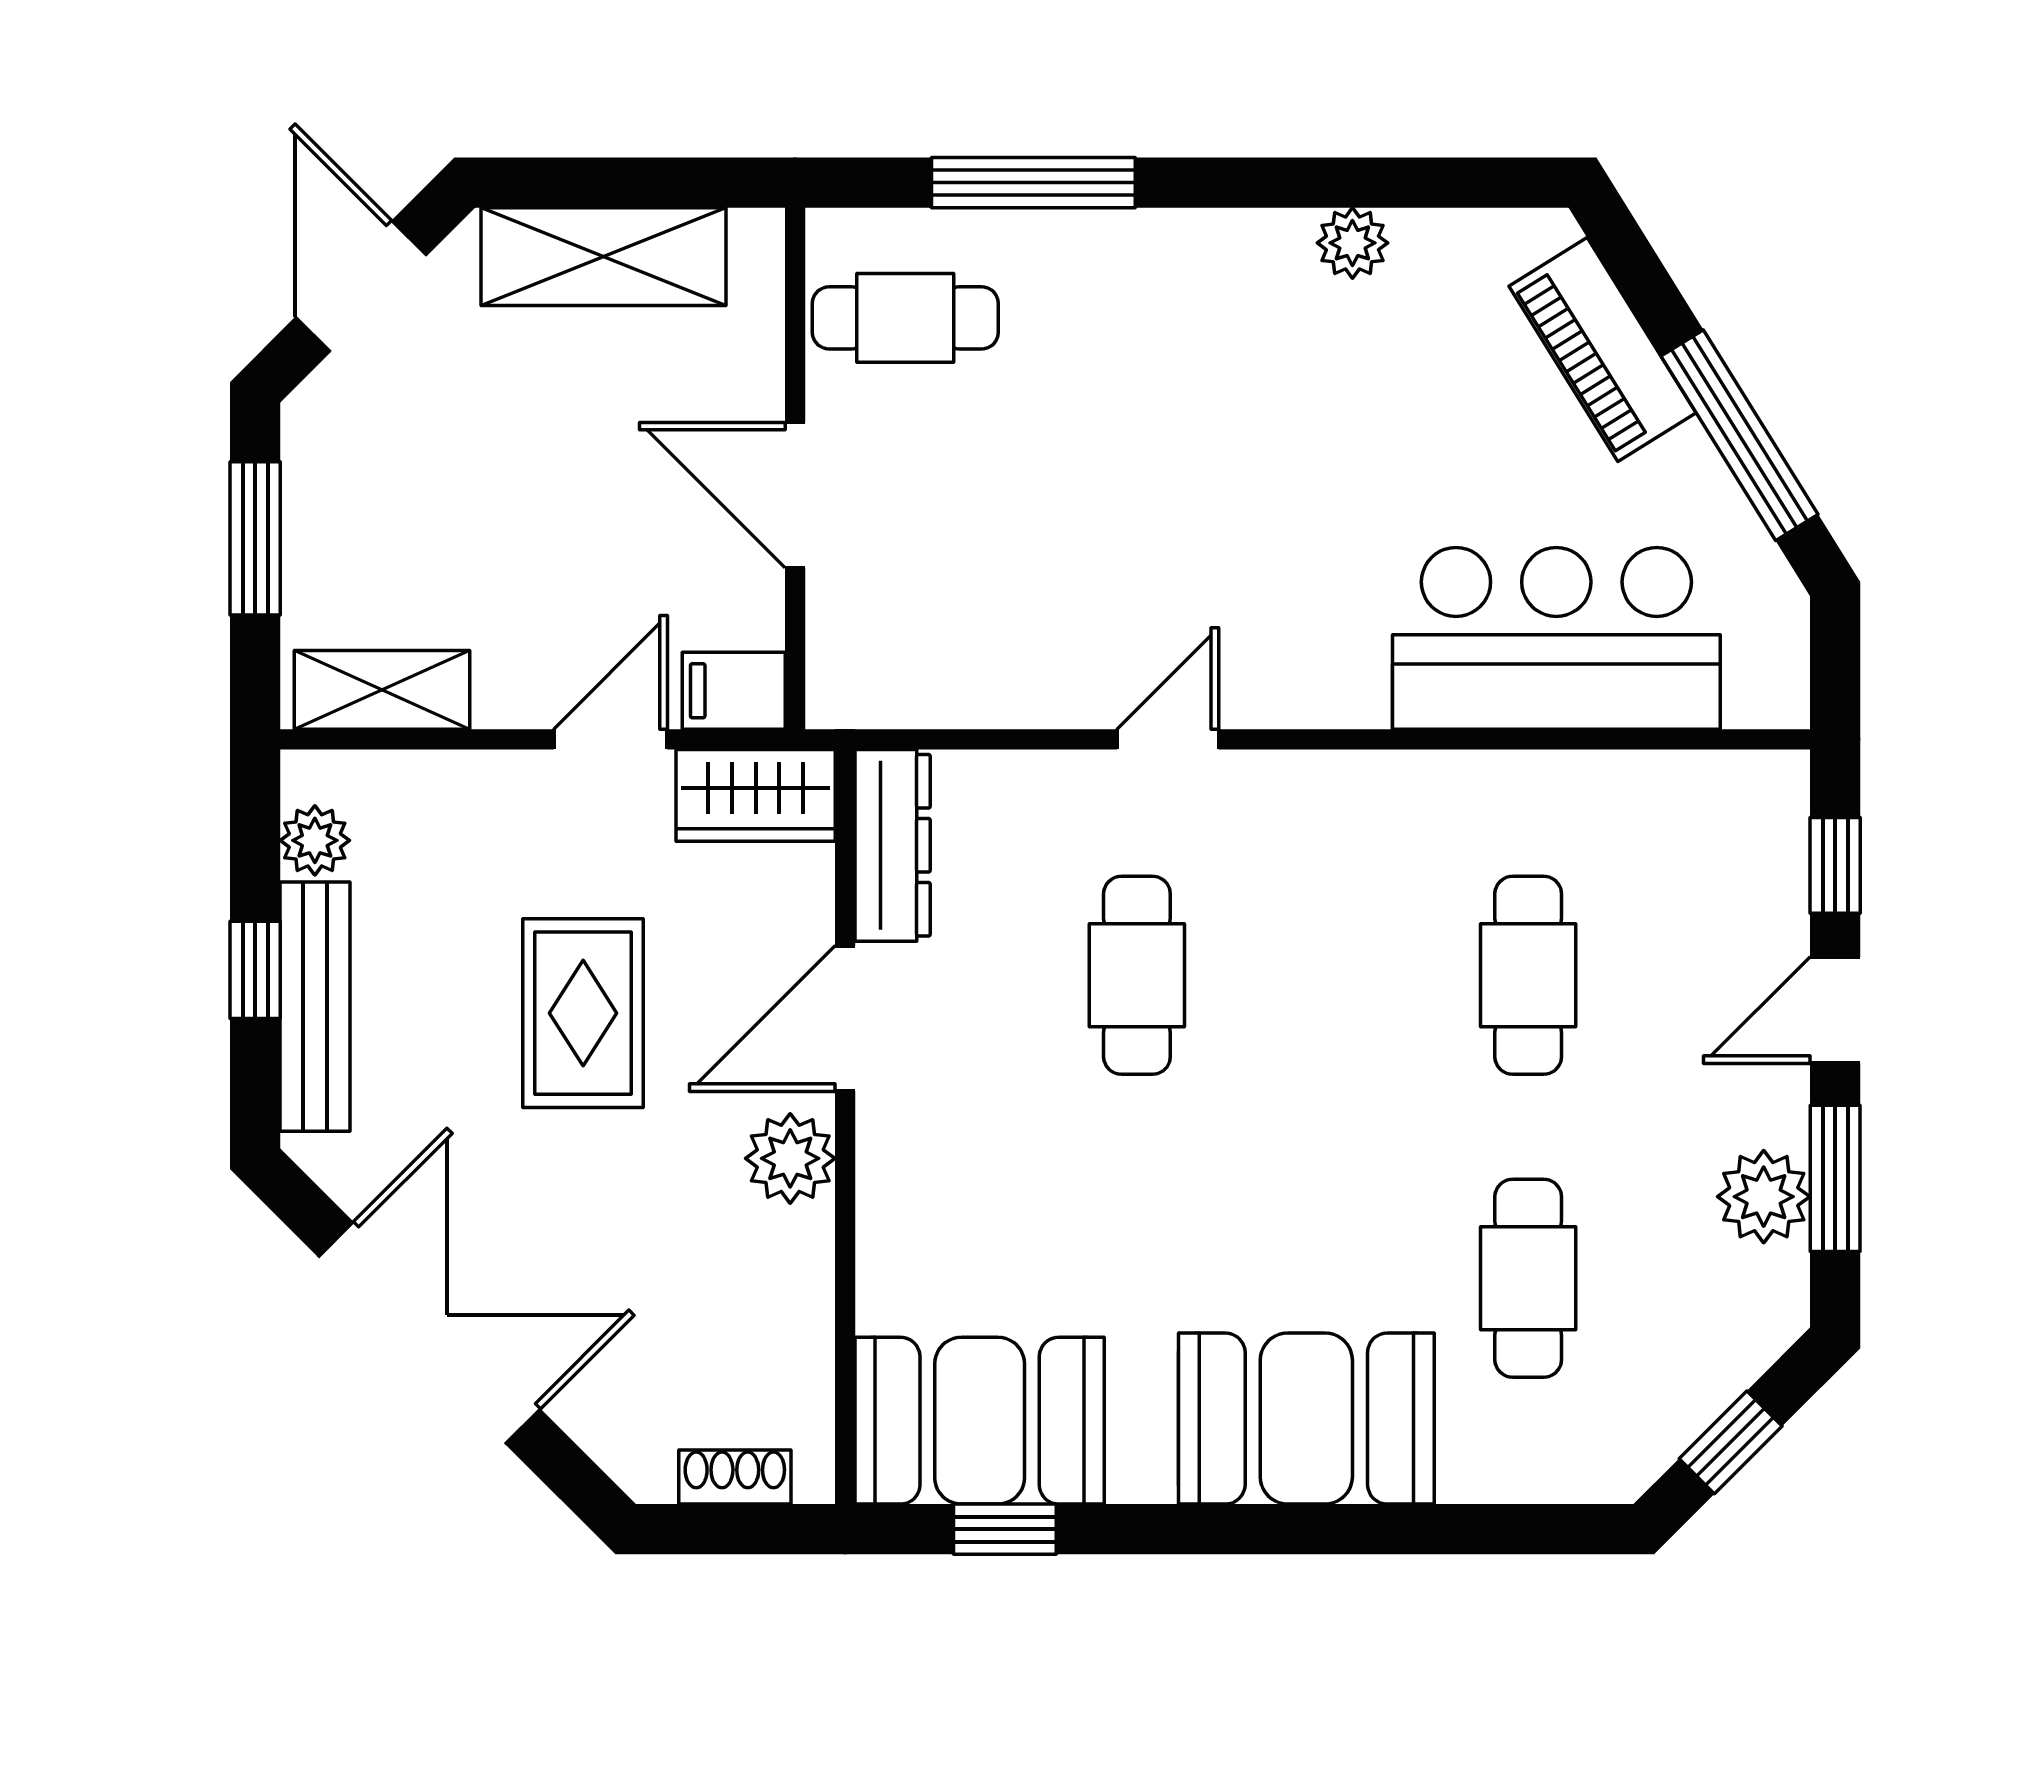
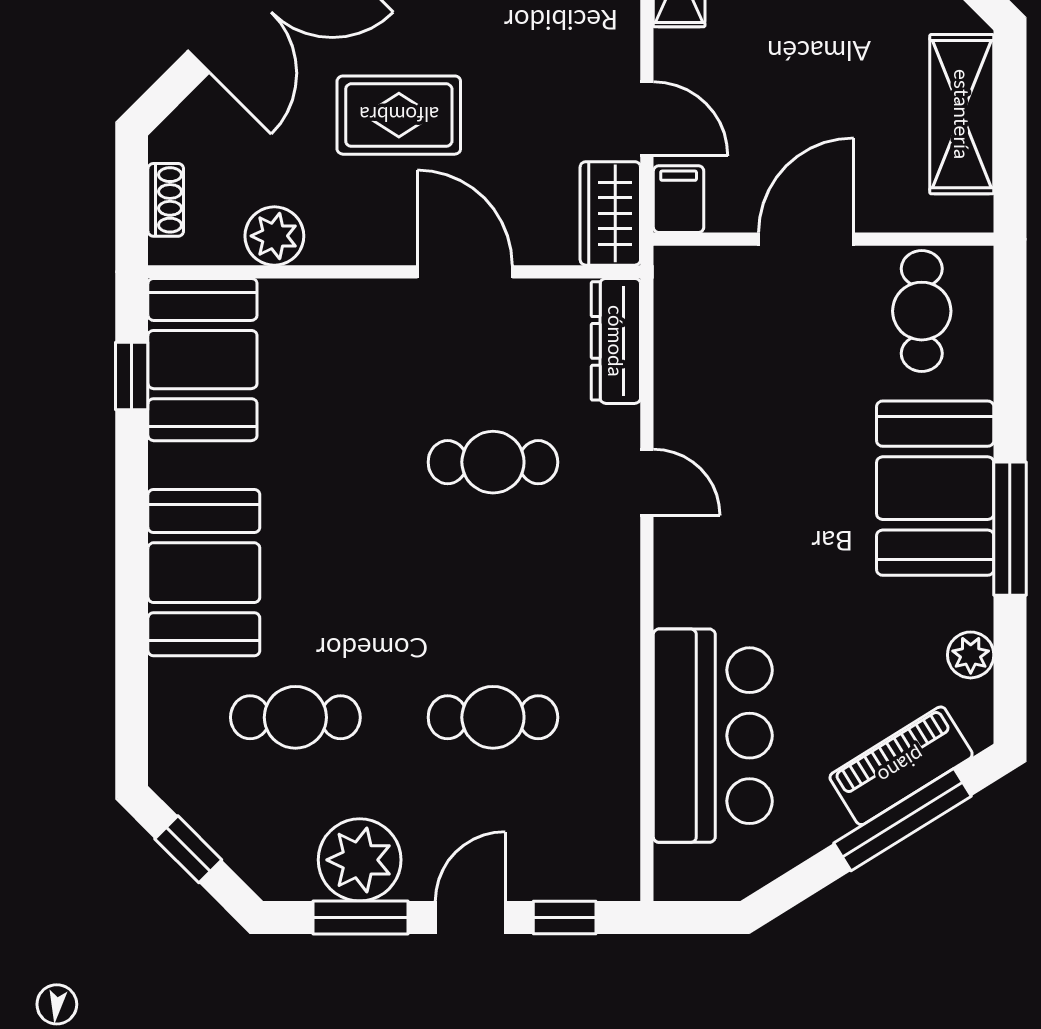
window: (1033, 183) -> (1010, 529), moved
plant: (1352, 243) -> (971, 655), moved
booth: (1177, 297) -> (935, 488), added
window: (1740, 435) -> (903, 820), moved
dresser: (893, 845) -> (616, 341), moved, turned 90
door: (1835, 1010) -> (470, 917), hinge flipped
rug: (583, 1013) -> (399, 115), moved
plant: (790, 1158) -> (274, 236), moved
plant: (1764, 1197) -> (360, 860), width x1.36, depth x1.36

